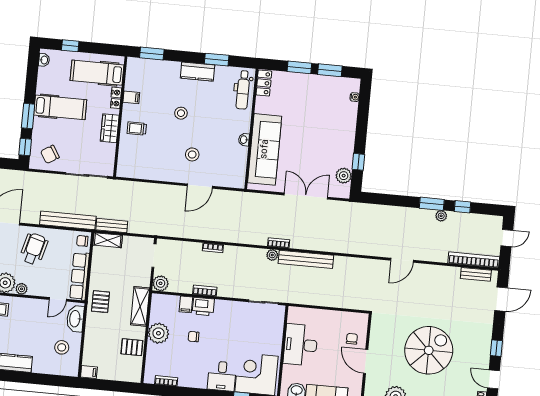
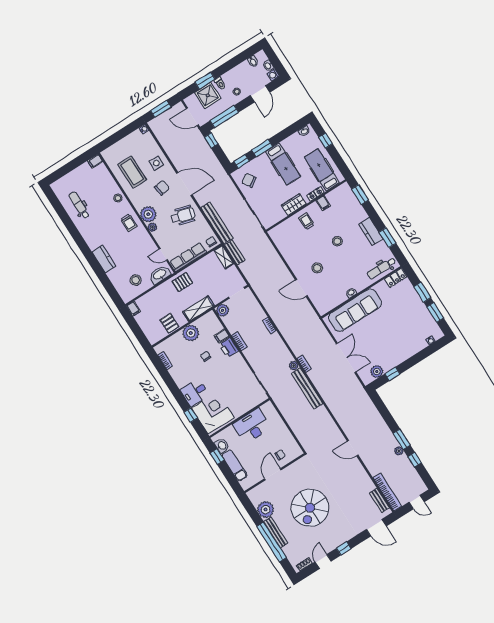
spiral stairs: (429, 350) -> (310, 508), turned 90

